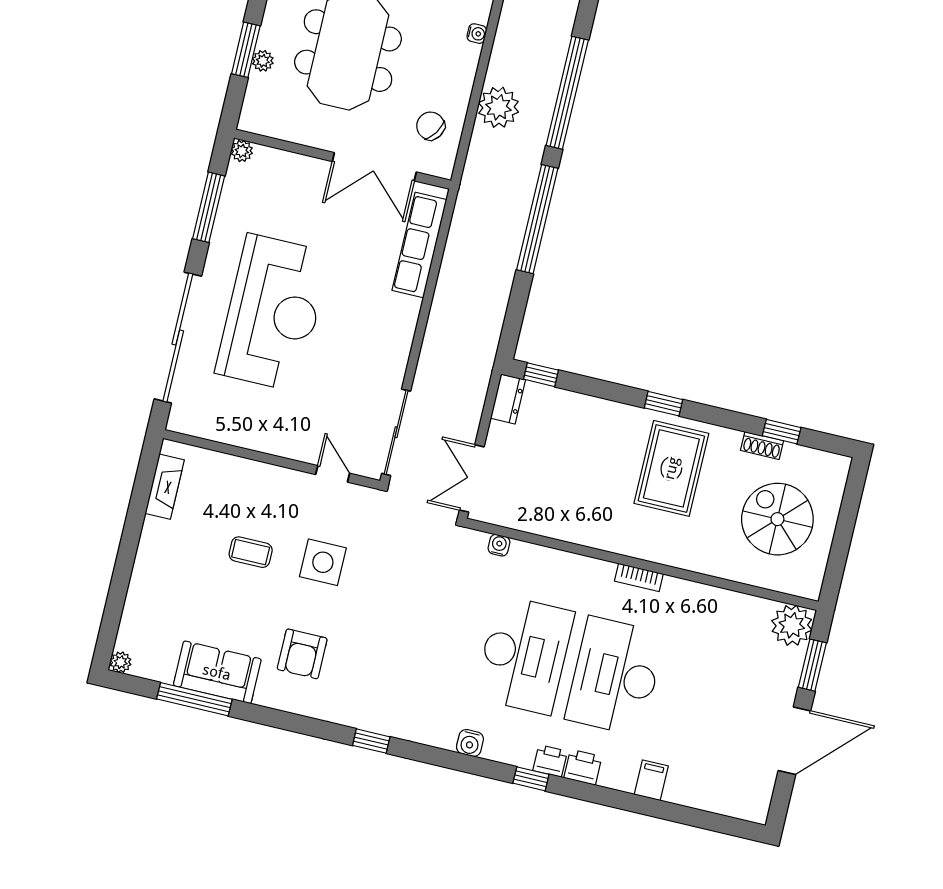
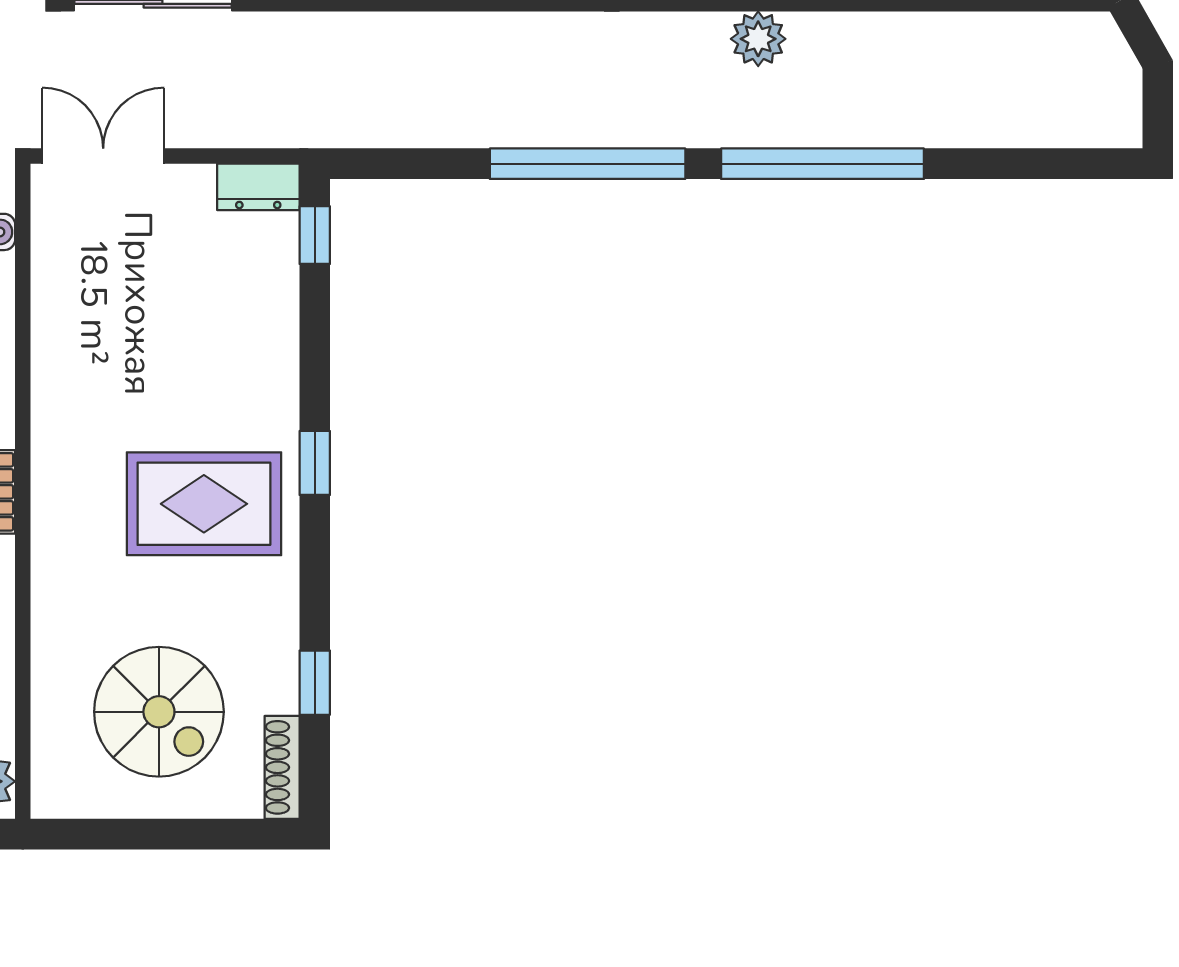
plant: (498, 107) -> (758, 39), width x0.73, depth x0.73
shoe rack: (762, 446) -> (282, 767), moved, width x1.43
spiral stairs: (777, 519) -> (159, 712), turned 90

